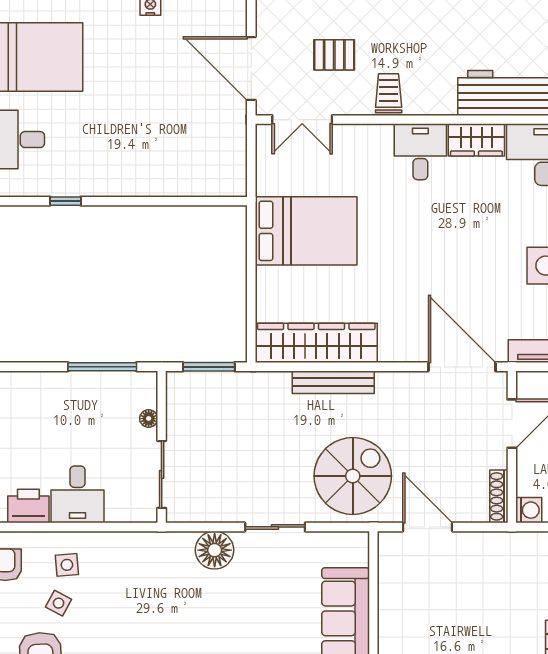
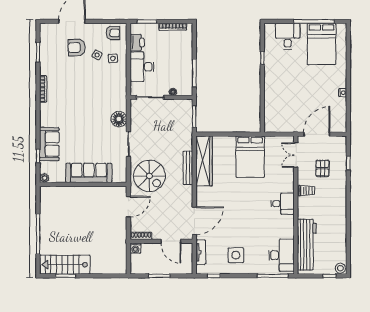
wardrobe: (476, 140) -> (287, 227), removed
desk: (77, 494) -> (142, 67), width x1.37

